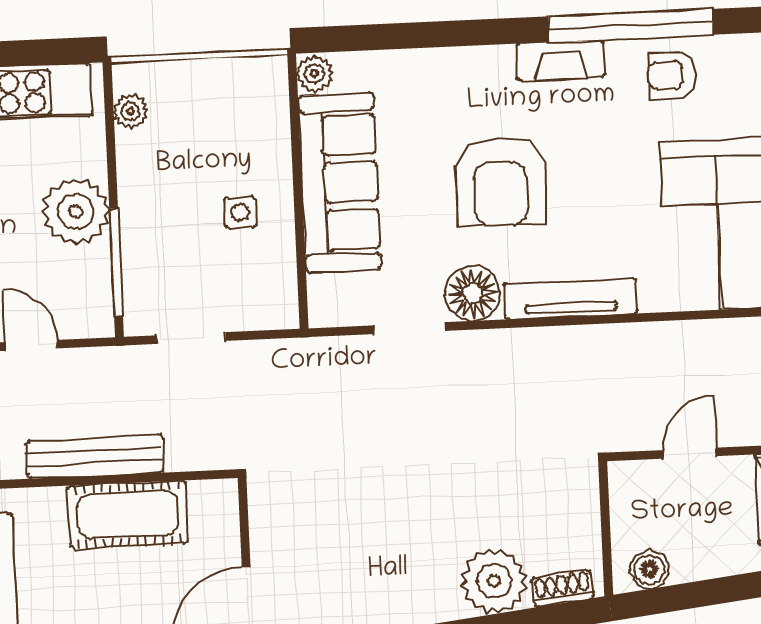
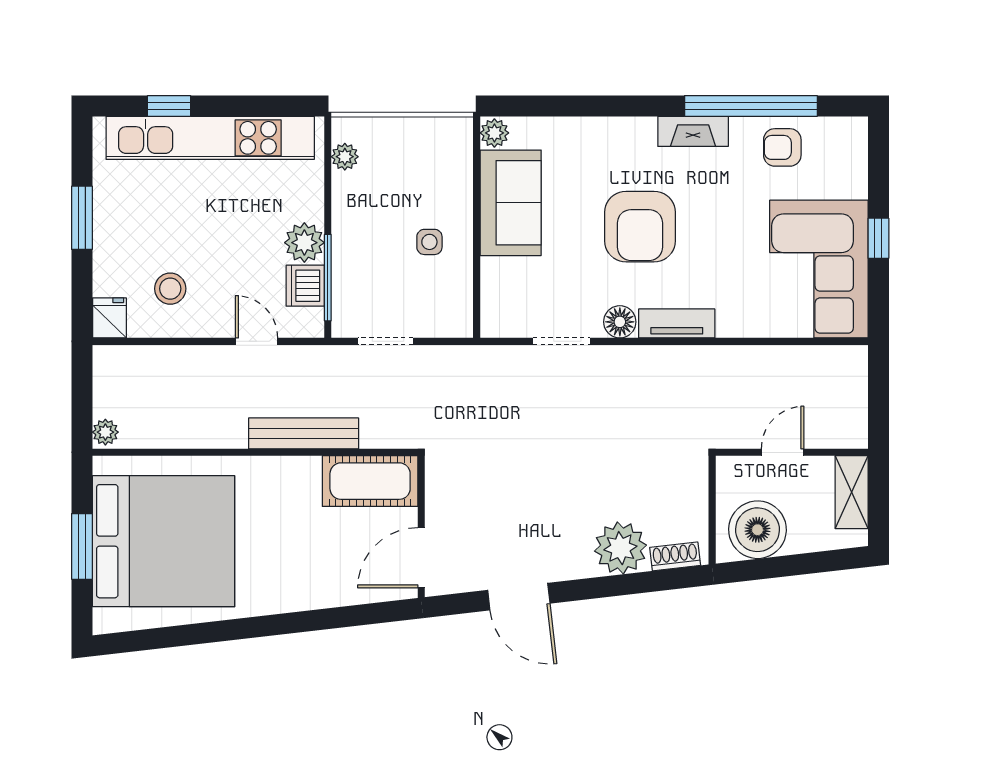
sofa: (340, 183) -> (511, 203), width x0.73
plant: (76, 211) -> (304, 243), width x0.73, depth x0.73
dishwasher: (88, 273) -> (305, 286), added
floor lamp: (473, 293) -> (620, 322), width x0.73, depth x0.73
tv unit: (571, 298) -> (677, 323), width x0.71
cot: (128, 514) -> (370, 481), moved
boiler: (649, 570) -> (757, 530), width x1.86, depth x1.86

